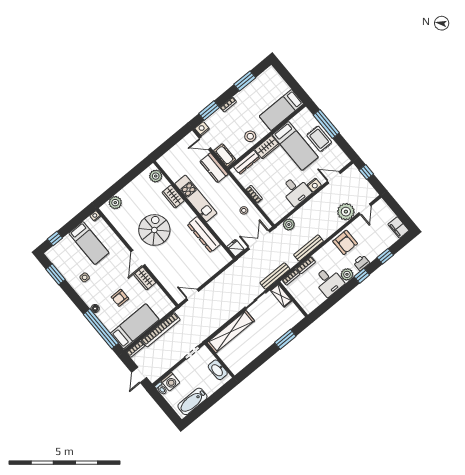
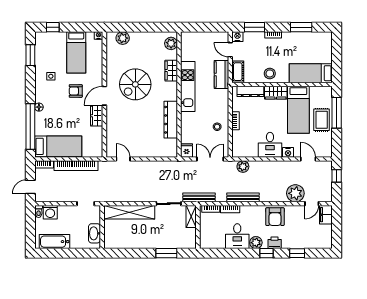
filing cabinet: (398, 227) -> (326, 215), moved
spiral stairs: (154, 230) -> (135, 84), turned 180
armchair: (120, 298) -> (76, 91), moved

